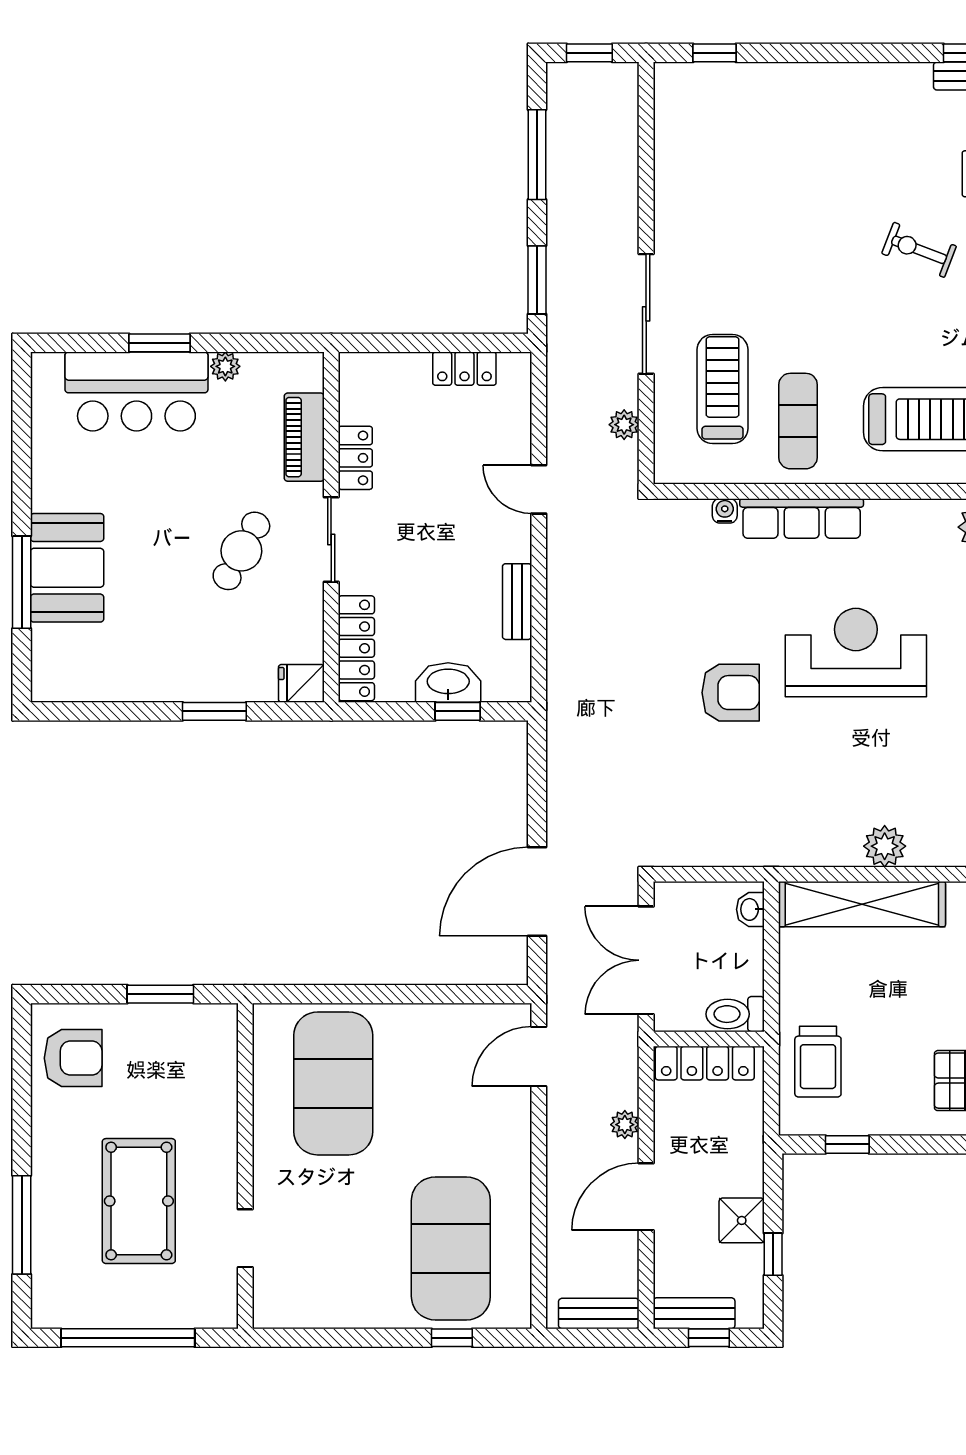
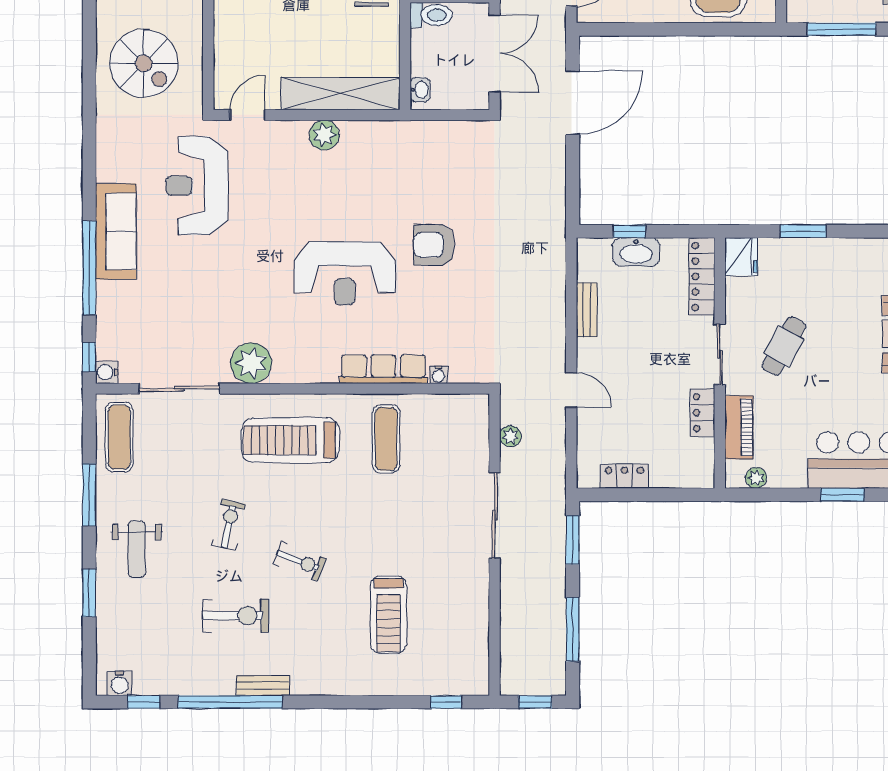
plant: (225, 366) -> (756, 478), moved
treadmill: (723, 389) -> (389, 615), moved
fridge: (301, 683) -> (741, 257), width x1.38
window: (160, 994) -> (842, 29), width x1.44

